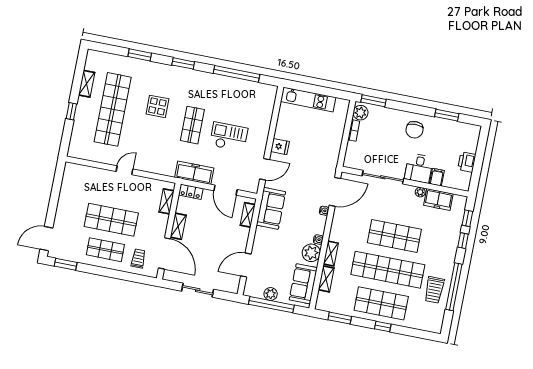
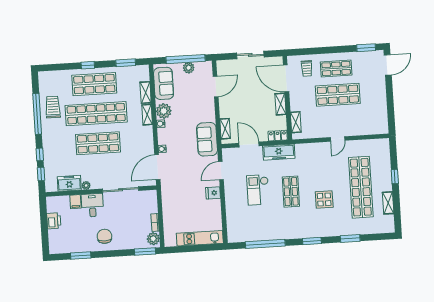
checkout: (229, 137) -> (258, 190), turned 90

